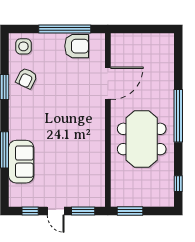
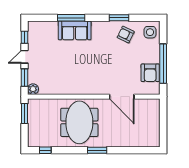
window: (178, 116) -> (97, 150), width x0.47
meeting table: (142, 139) -> (79, 122), turned 90
sofa: (21, 162) -> (75, 30), moved
plant: (98, 200) -> (33, 89), added

